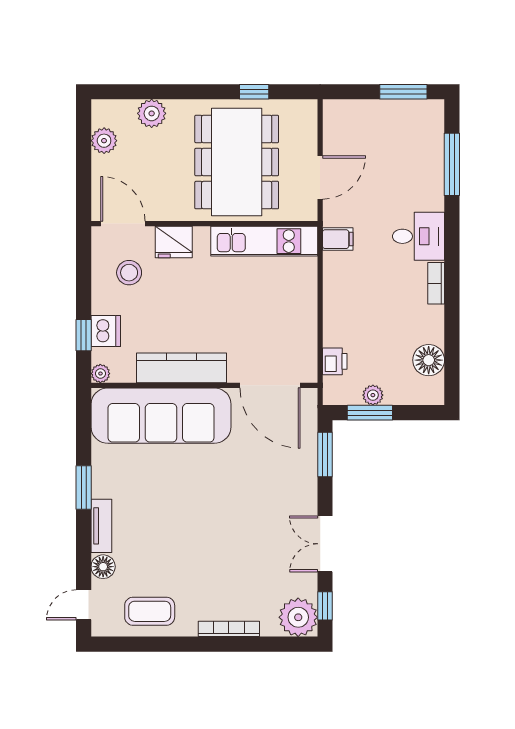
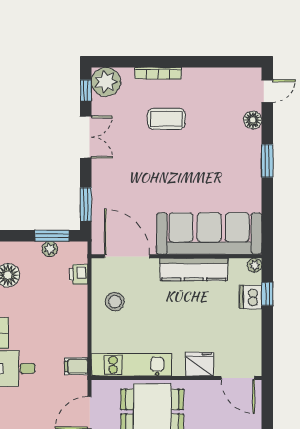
stool: (129, 273) -> (115, 302), moved
window: (84, 487) -> (267, 161), moved
tv unit: (101, 526) -> (254, 151), removed
coffee table: (150, 611) -> (166, 119), moved

